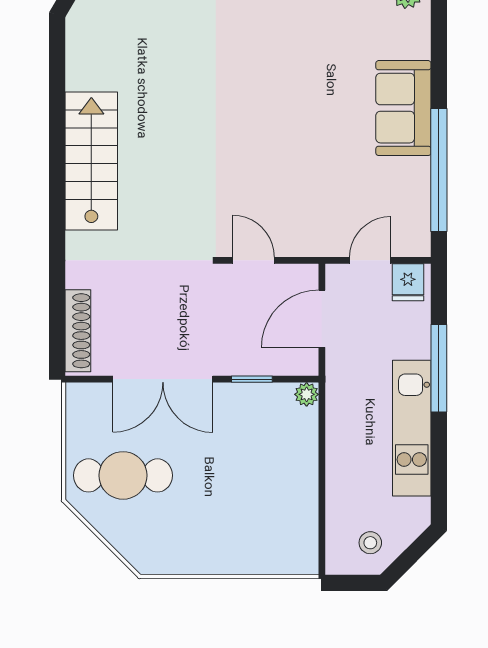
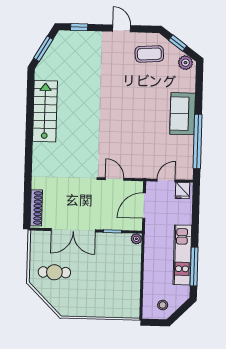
stairs: (91, 161) -> (45, 111), moved
window: (439, 368) -> (194, 267), moved
cafe table: (123, 475) -> (54, 272), width x0.73, depth x0.74

